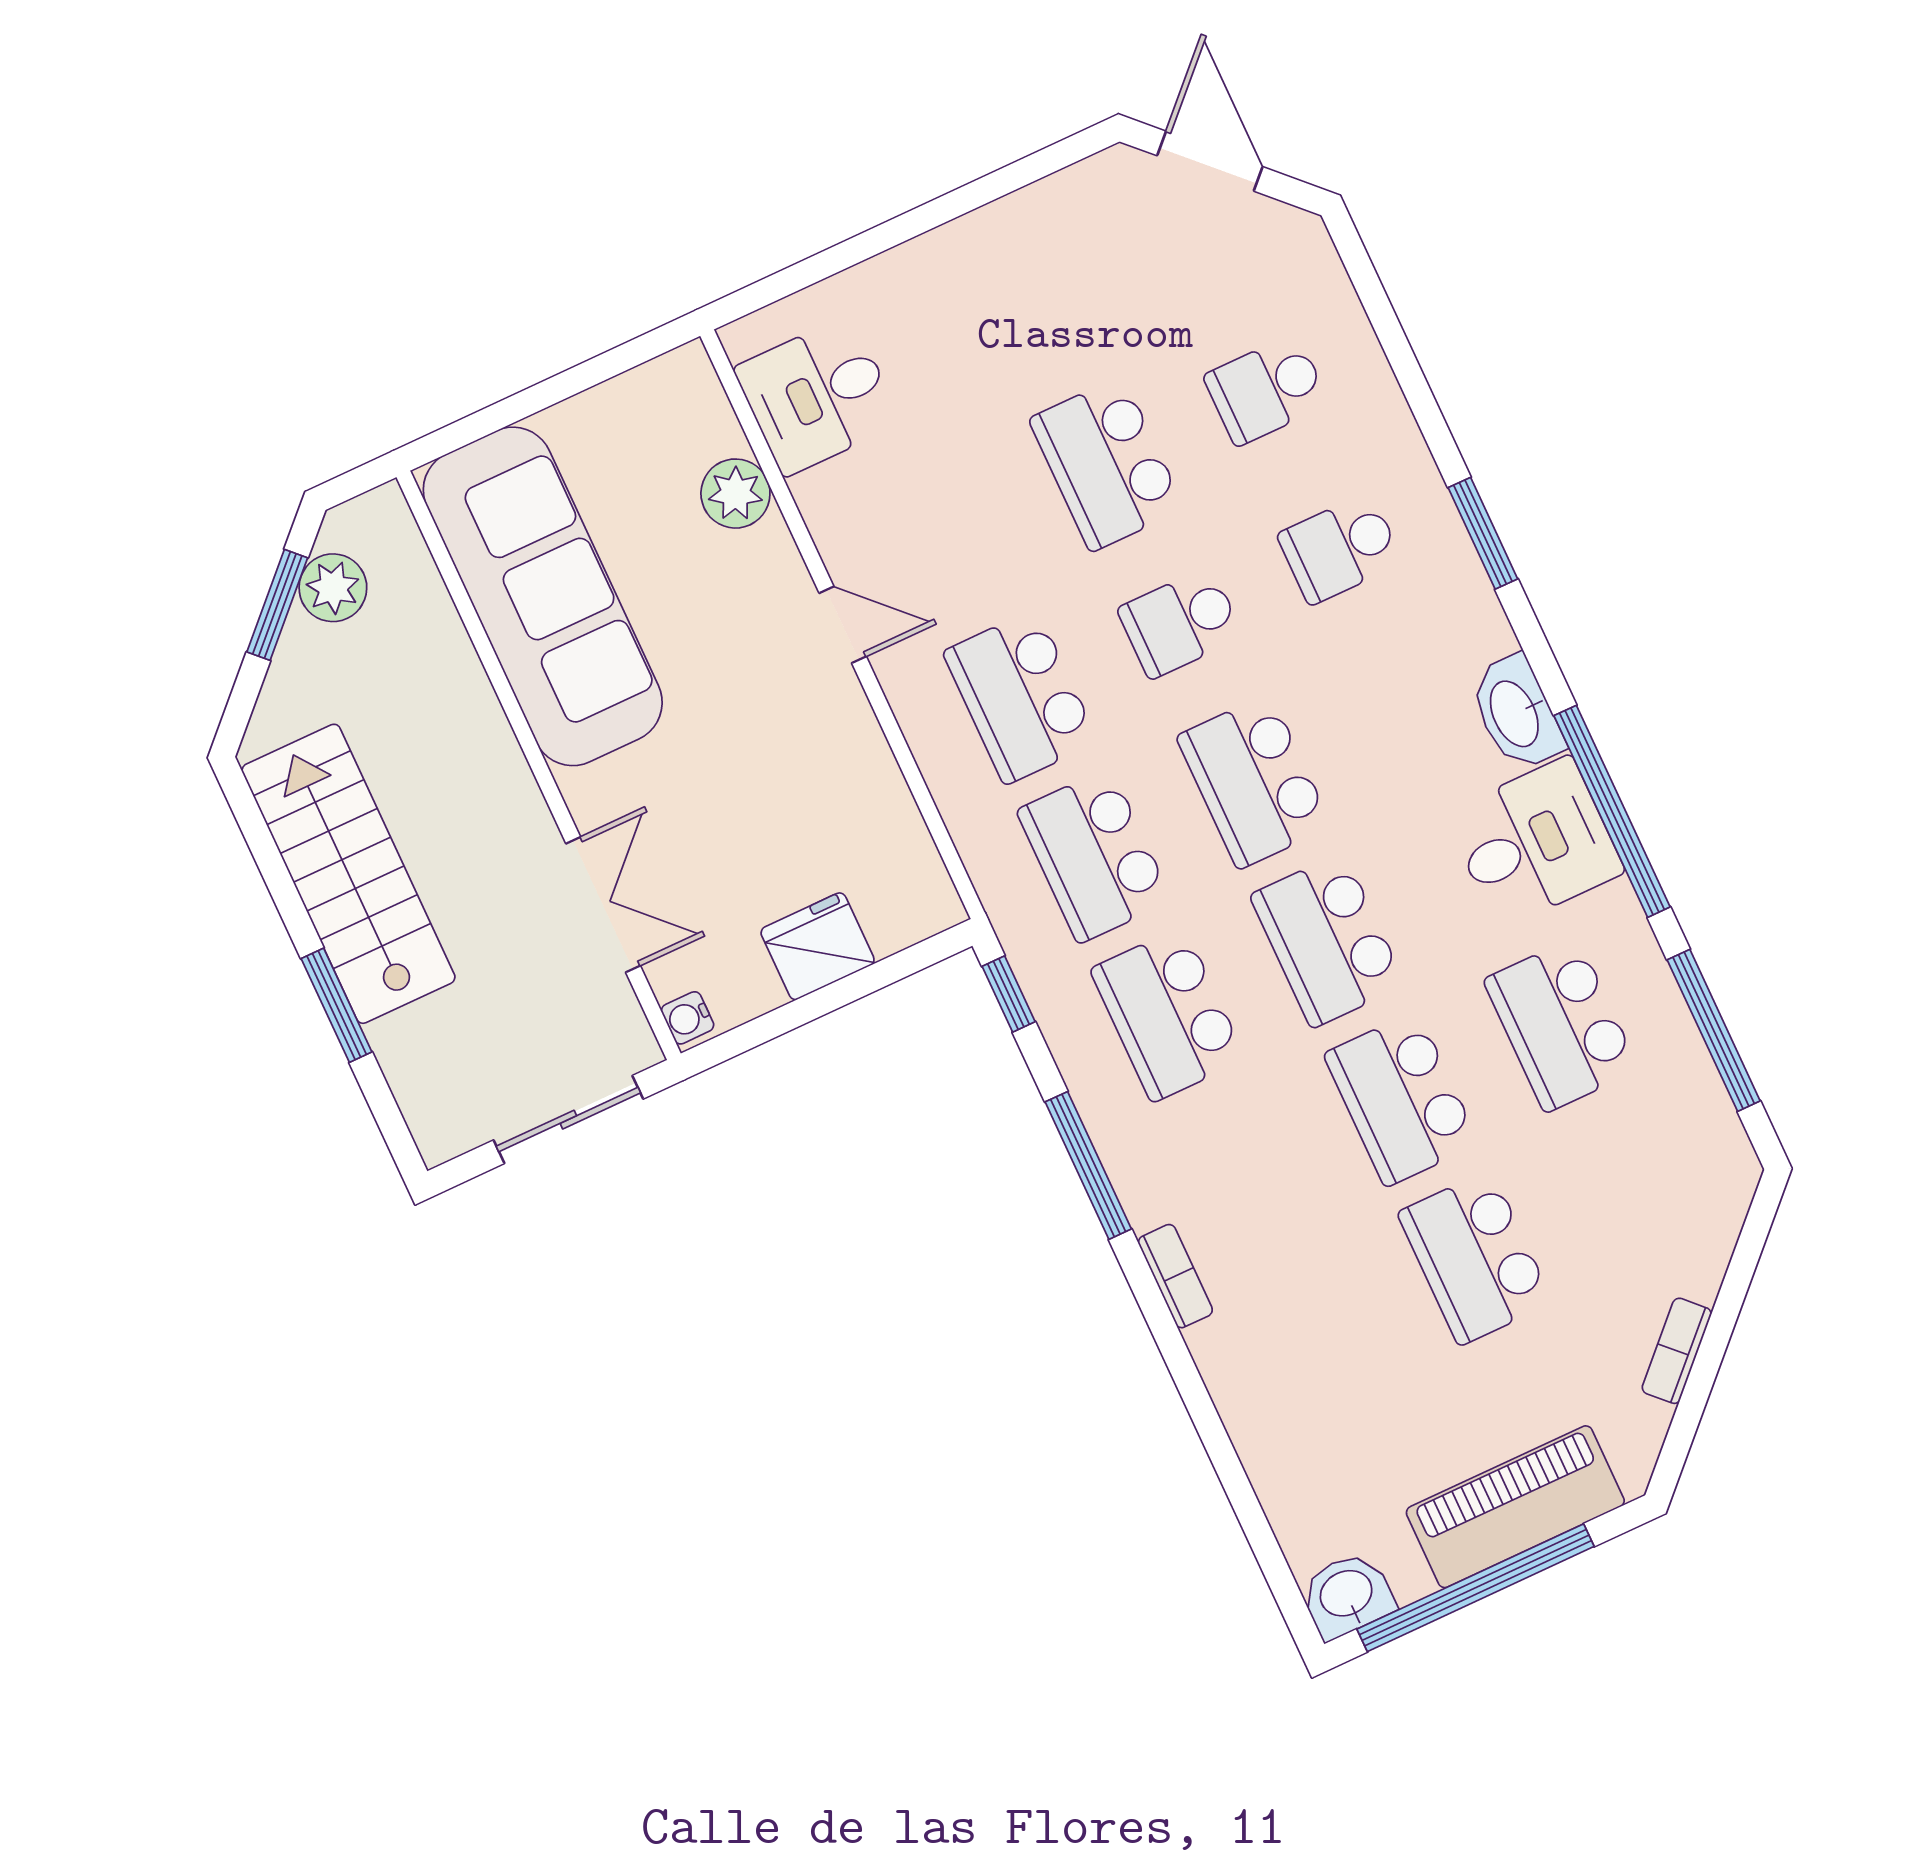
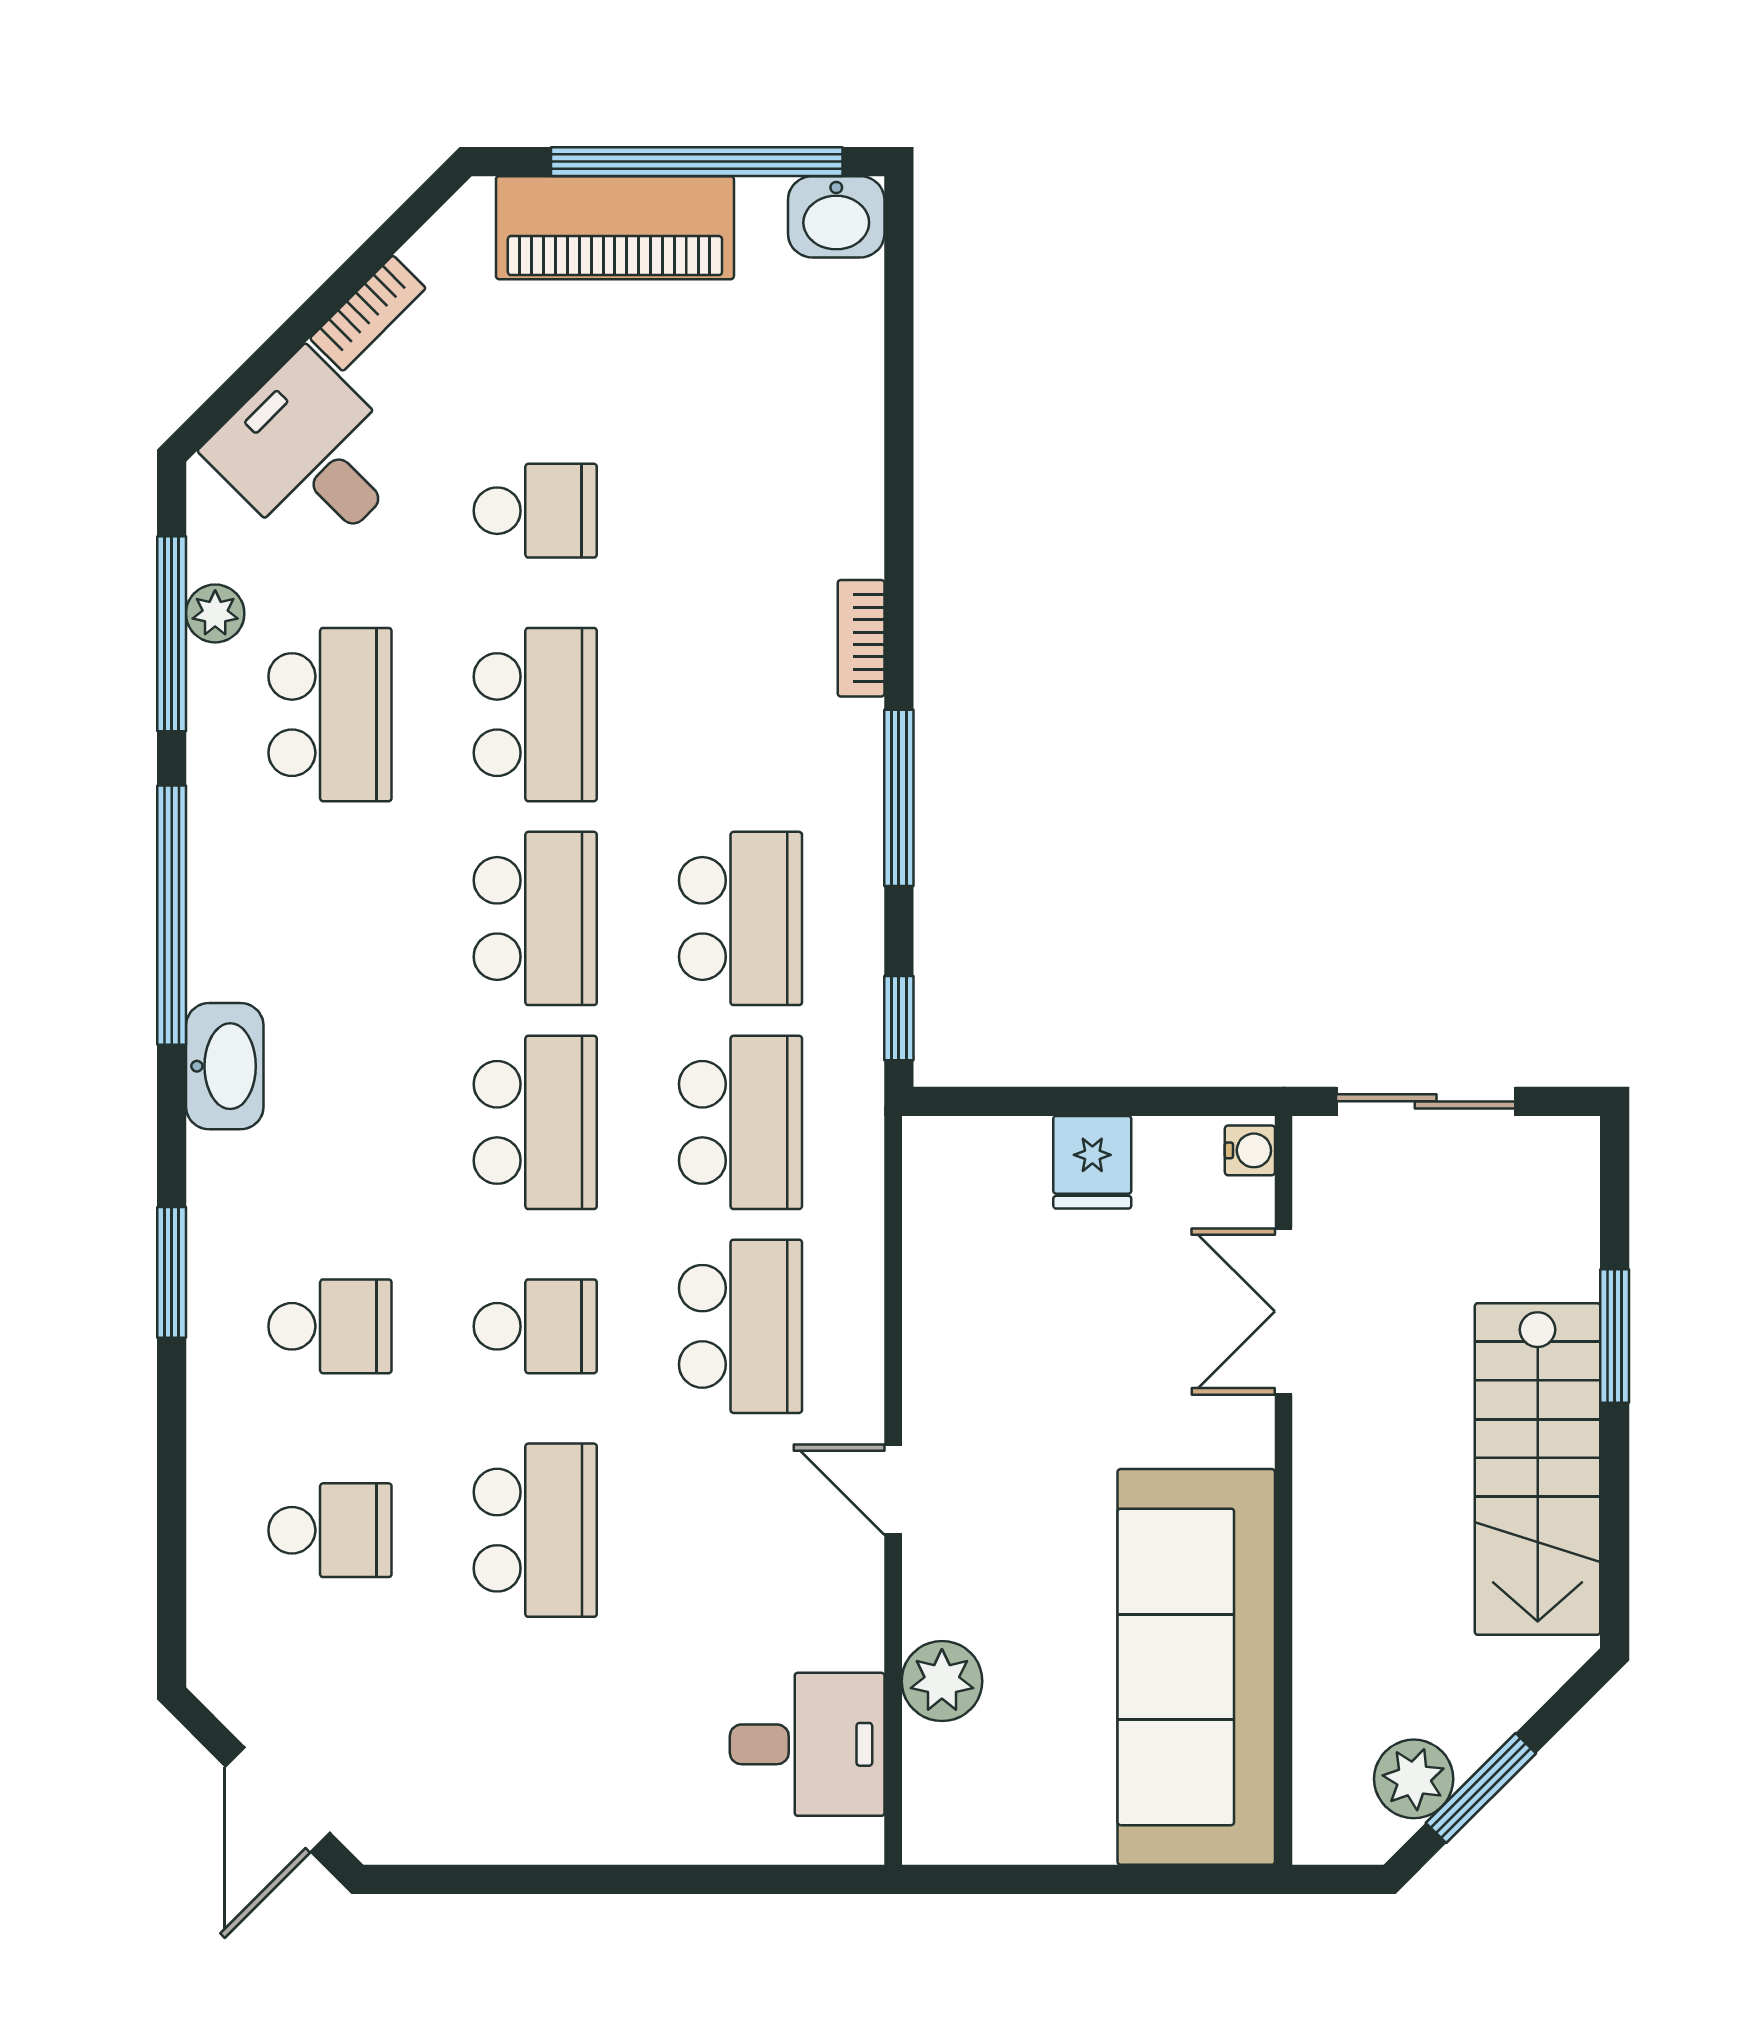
desk: (1534, 842) -> (310, 455), moved, turned 45
fridge: (818, 946) -> (1092, 1162), width x0.72
plant: (1687, 1062) -> (215, 613), added
school desk: (1475, 1258) -> (535, 511), width x0.54

